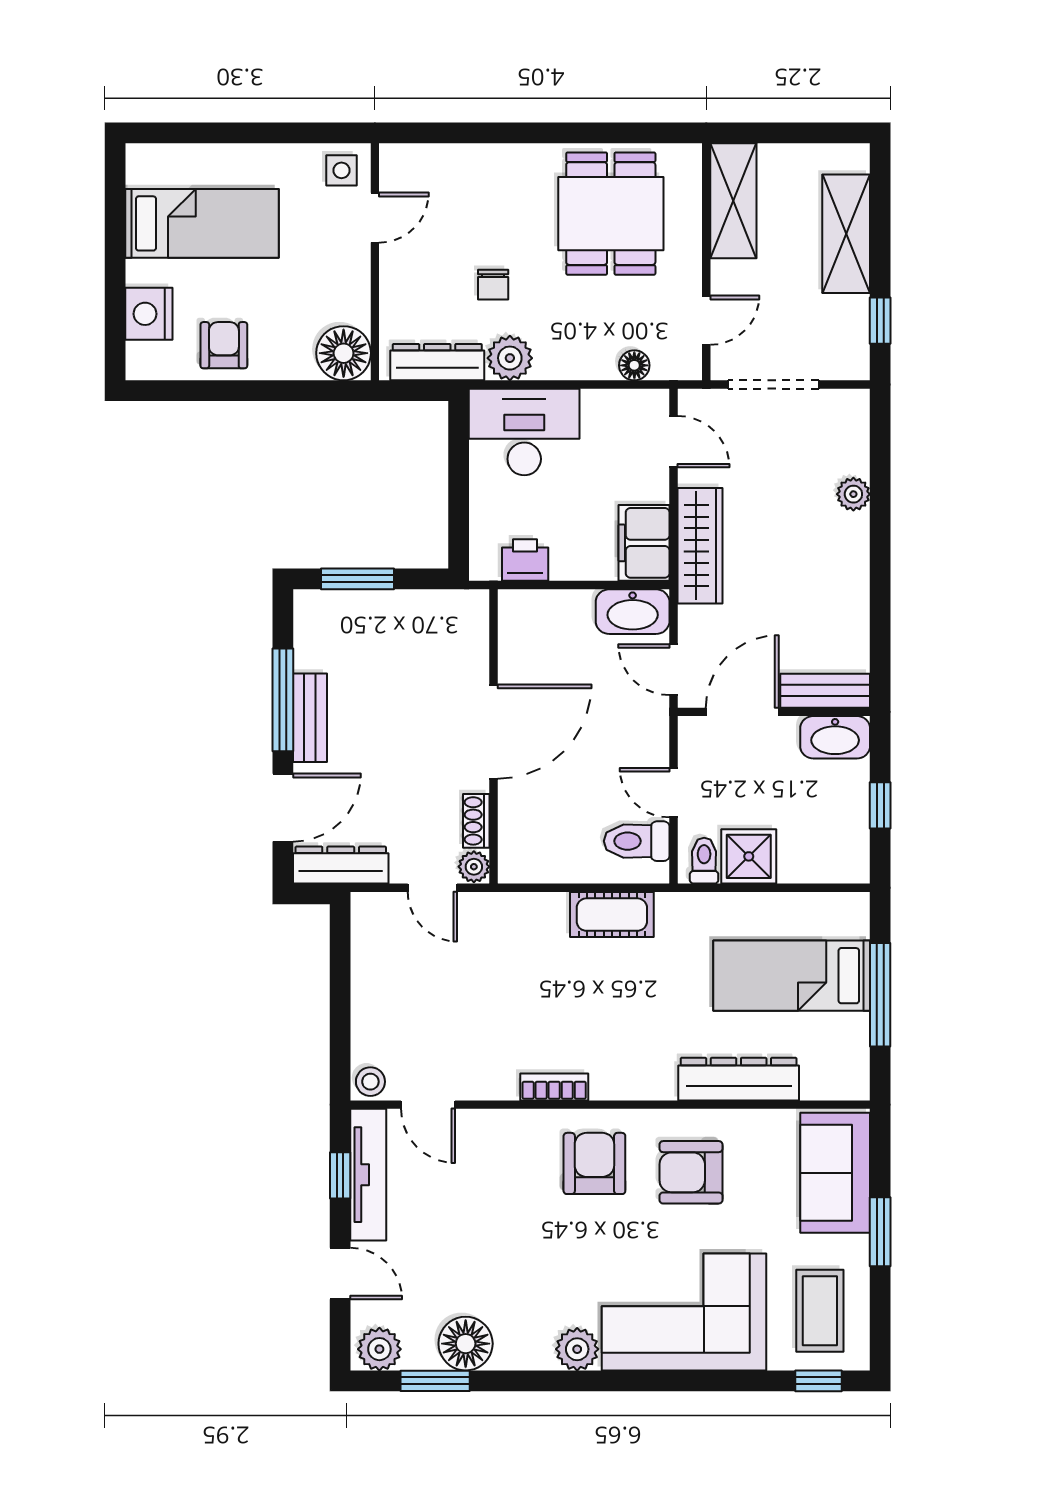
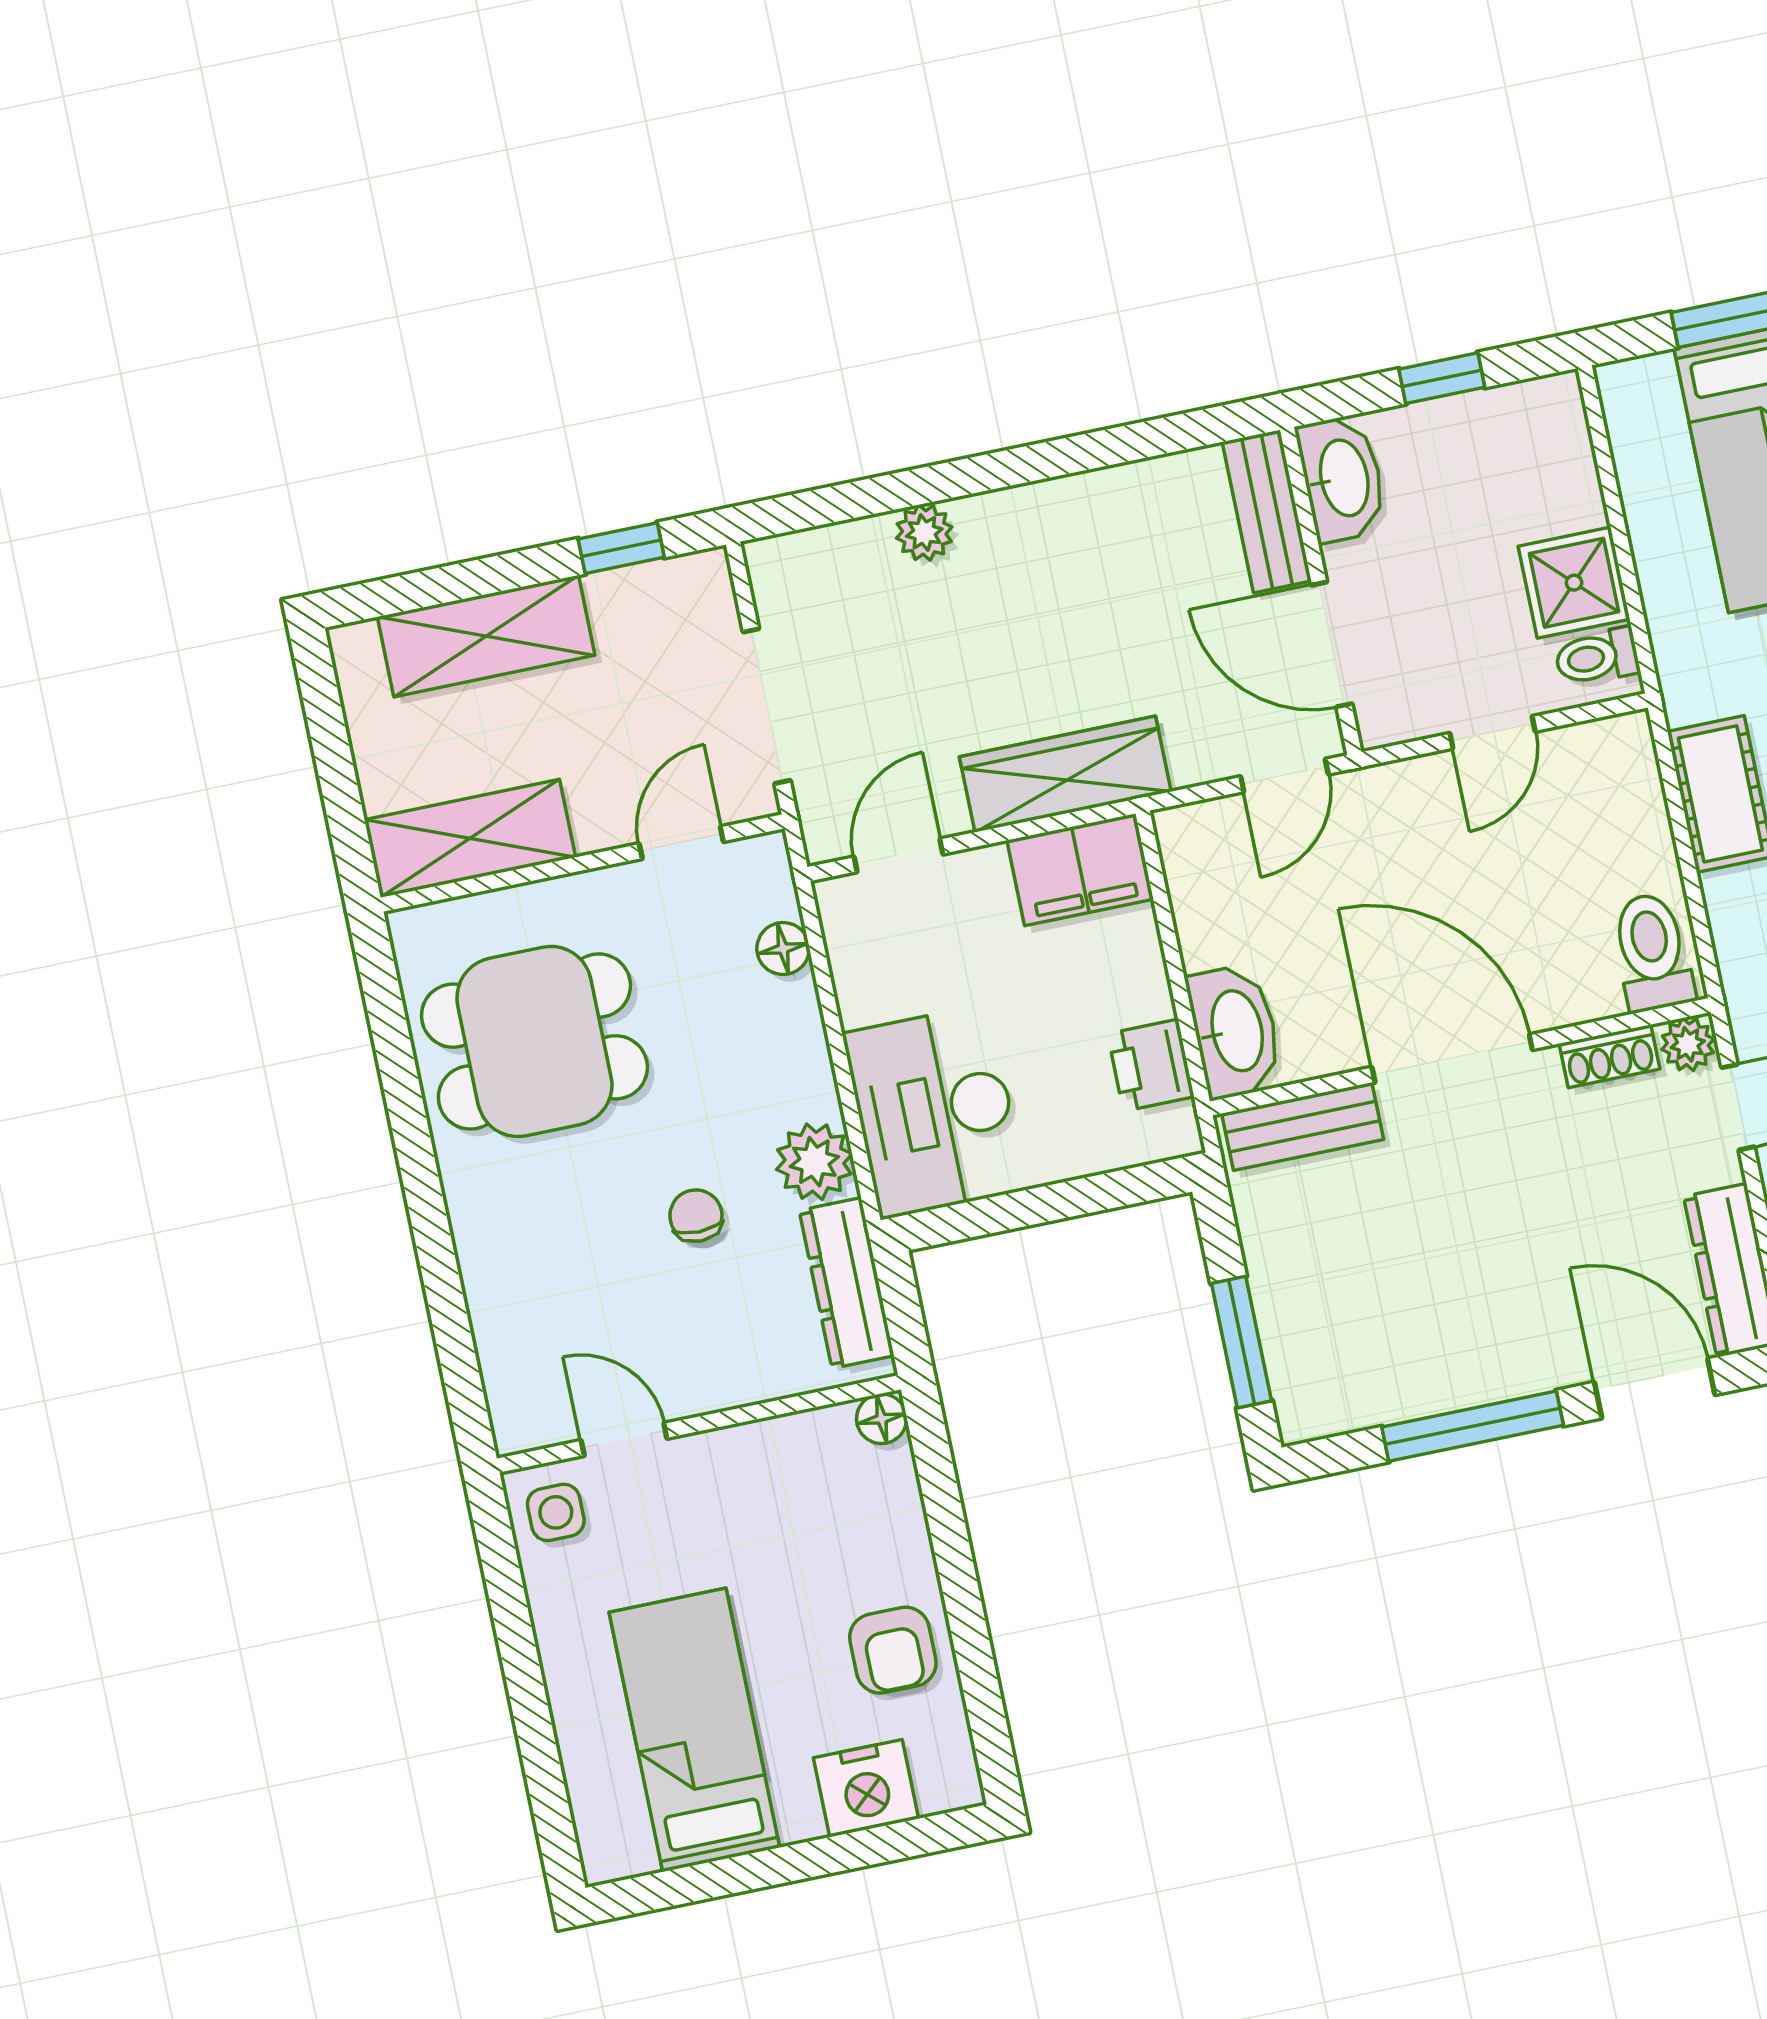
chair: (493, 285) -> (696, 1216), turned -90
door: (706, 320) -> (681, 843), hinge flipped
armchair: (224, 345) -> (893, 1650), turned -90
floor lamp: (344, 353) -> (882, 1419), width x0.53, depth x0.53
washbasin: (633, 612) -> (1235, 1031), moved
bench: (310, 718) -> (1303, 1127), moved
toilet: (637, 841) -> (1652, 952), moved, turned 180

